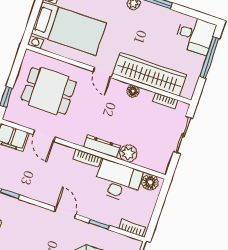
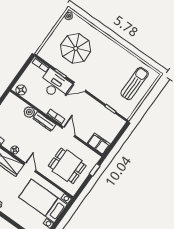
door: (44, 136) -> (69, 132), moved
desk: (118, 181) -> (55, 85), moved, turned 180
door: (65, 213) -> (79, 87), hinge flipped

